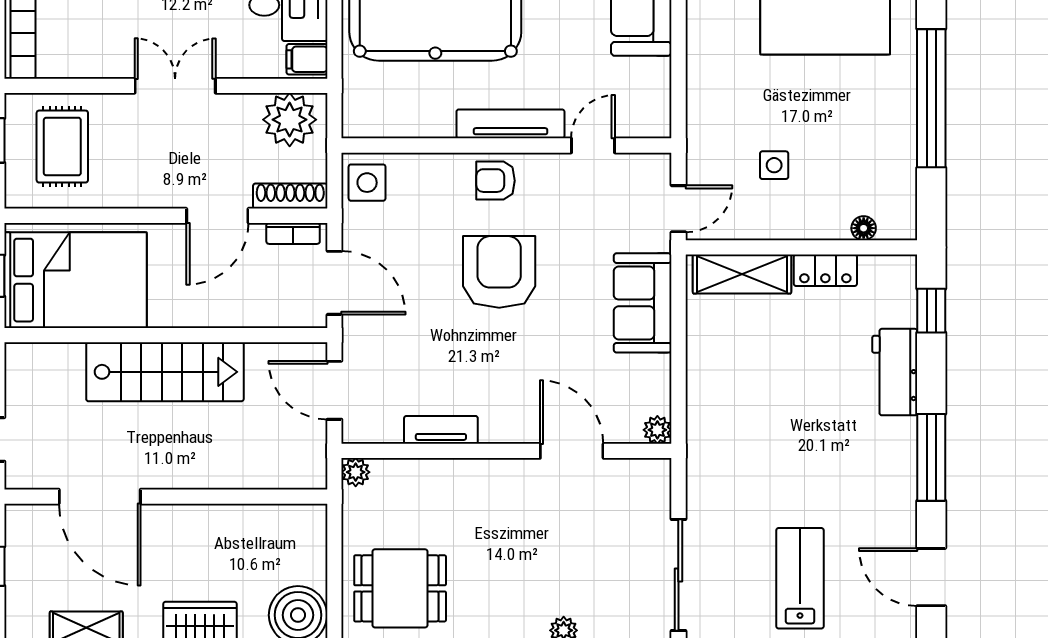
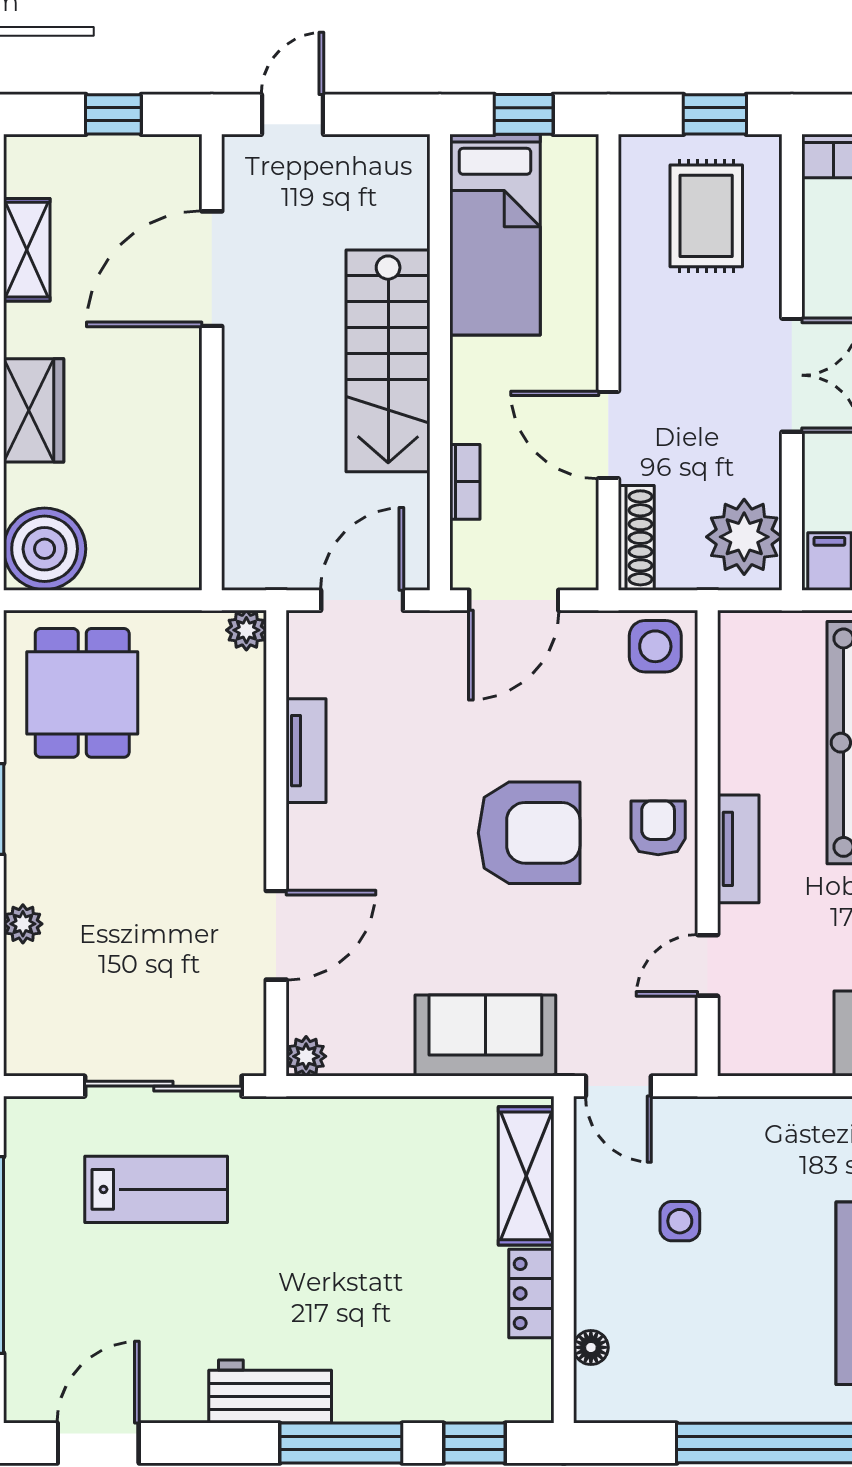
tv unit: (510, 124) -> (738, 849), width x0.71
door: (593, 146) -> (708, 965), swing flipped
rug: (62, 147) -> (706, 216), turned 90
bookcase: (293, 233) -> (465, 482), moved, turned 180
bed: (76, 280) -> (495, 235), width x0.67
workbench: (895, 372) -> (270, 1392), moved
window: (931, 457) -> (341, 1443), moved
sliding door: (678, 575) -> (163, 1086), moved
lab bench: (800, 578) -> (156, 1189), moved

